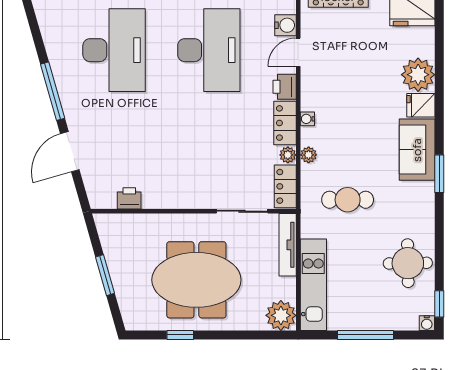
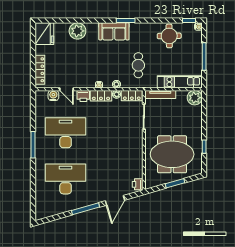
fridge: (421, 105) -> (92, 30), removed
door: (70, 152) -> (115, 200), hinge flipped
printer: (129, 198) -> (138, 184), moved
meeting table: (196, 280) -> (172, 154), moved, turned 90

